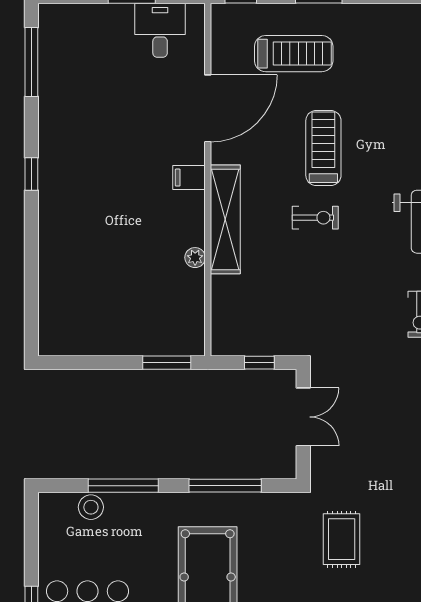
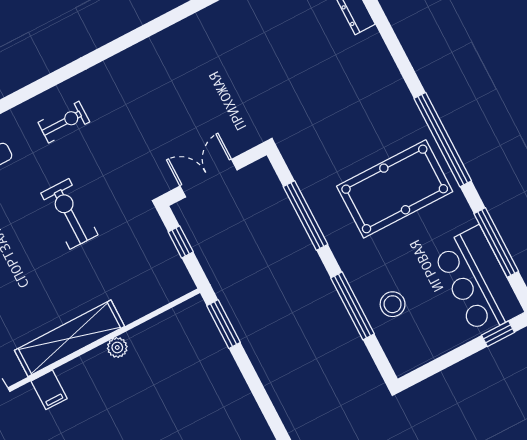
exercise bike: (315, 218) -> (69, 214), moved, width x1.38, depth x1.39
stool: (91, 507) -> (393, 304), moved
rug: (342, 539) -> (299, 88), removed

